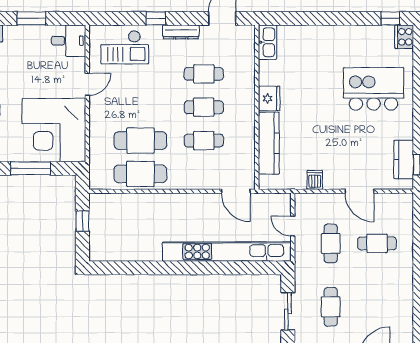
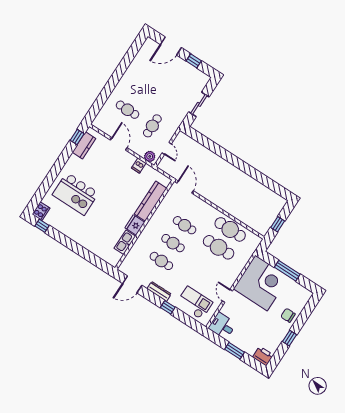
kitchen sink: (268, 42) -> (125, 242), moved
door: (87, 84) -> (227, 296), hinge flipped
plant: (308, 201) -> (150, 156), added
kitchen unit: (227, 252) -> (211, 158), removed
cafe table: (331, 307) -> (174, 92), removed

